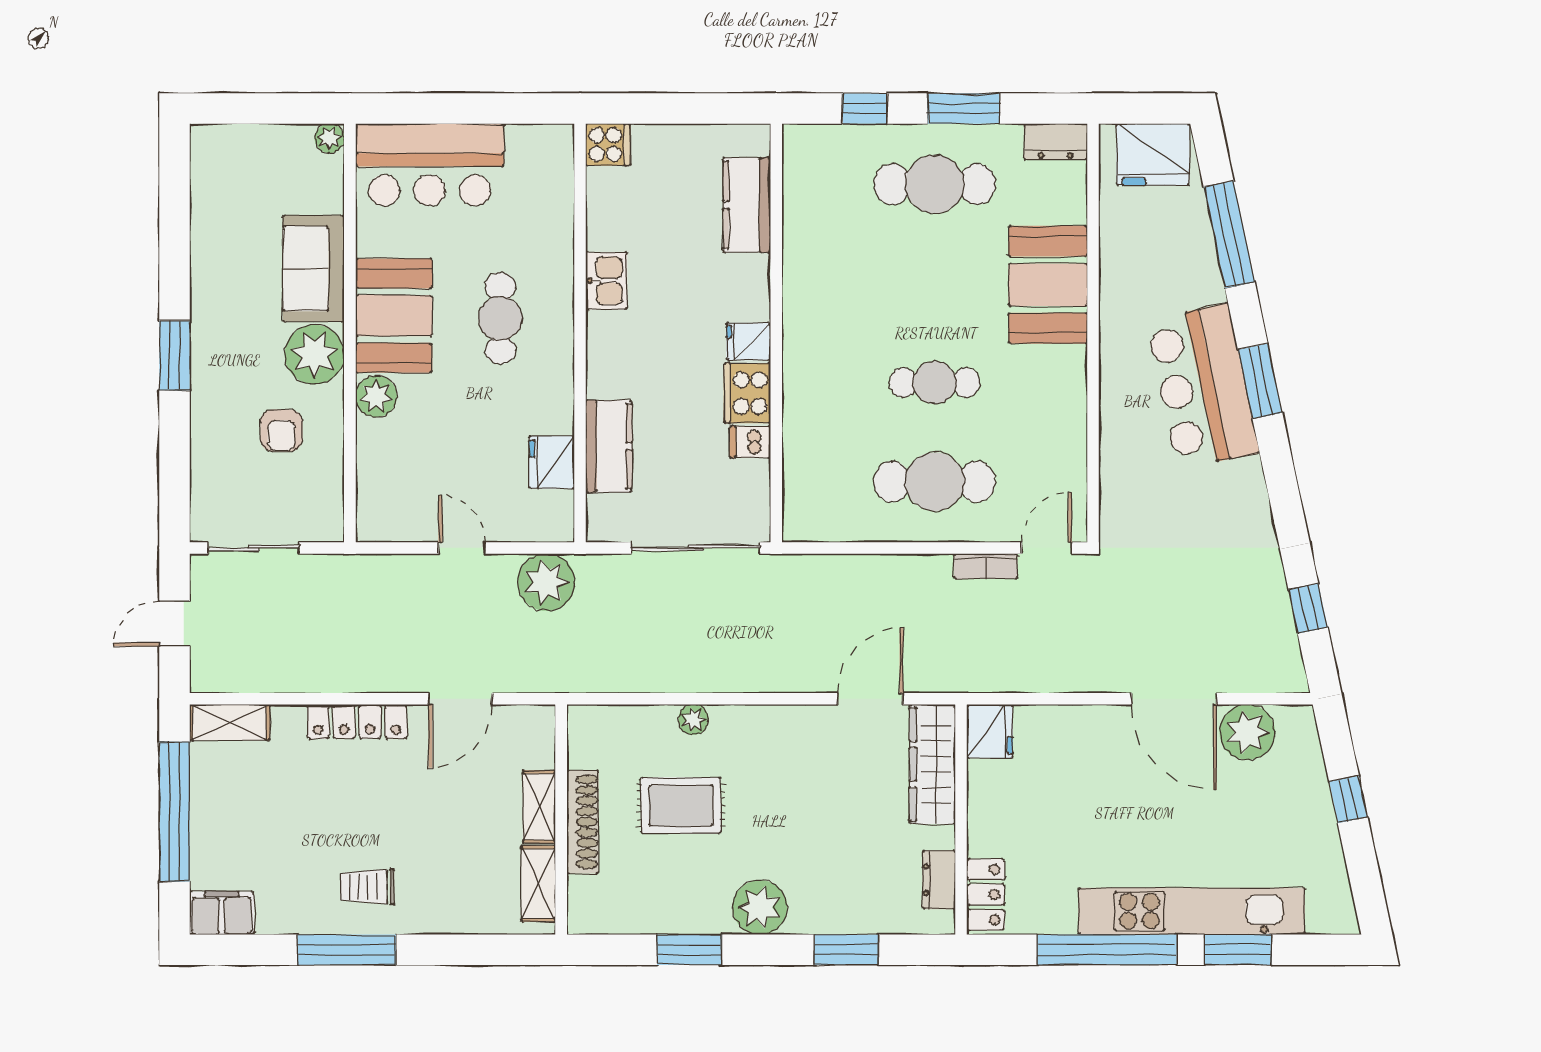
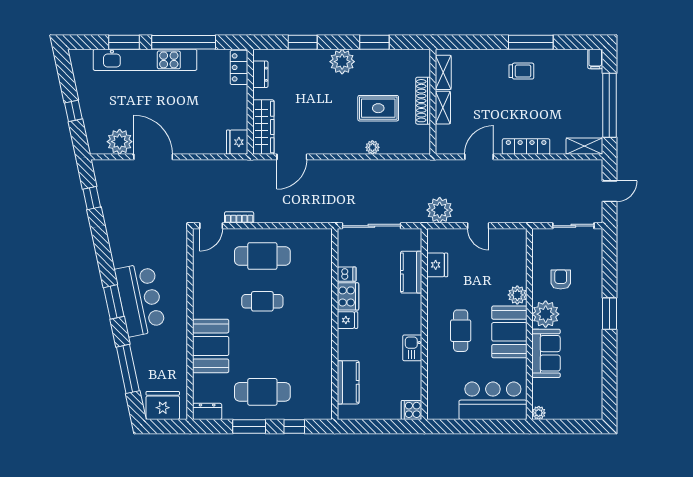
filing cabinet: (222, 913) -> (595, 59), width x0.50

